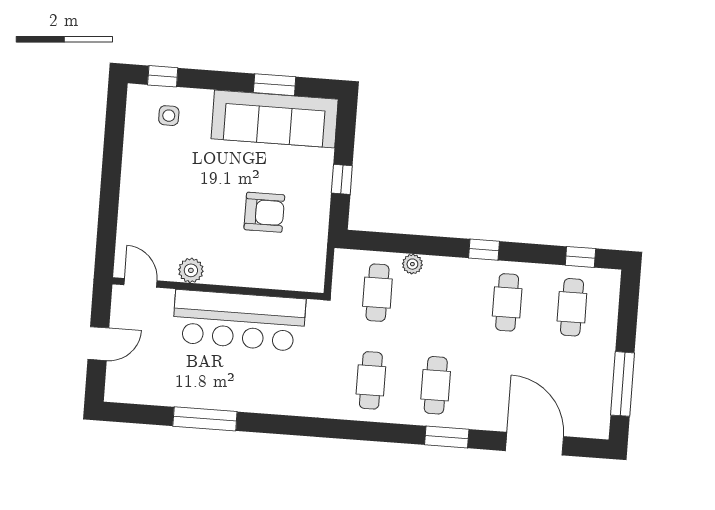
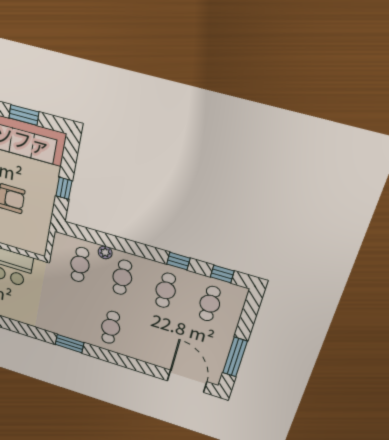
window: (484, 250) -> (178, 261), moved
cafe table: (371, 380) -> (122, 277), moved
window: (447, 437) -> (70, 344), moved
door: (534, 444) -> (187, 381), moved

